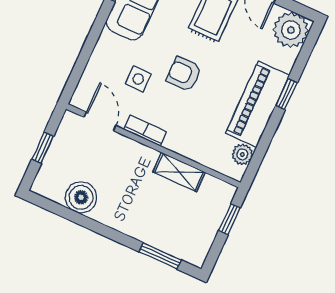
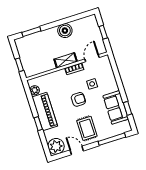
door: (100, 121) -> (92, 58), swing flipped
shelving: (179, 172) -> (66, 60), moved
boiler: (81, 197) -> (65, 31), moved

